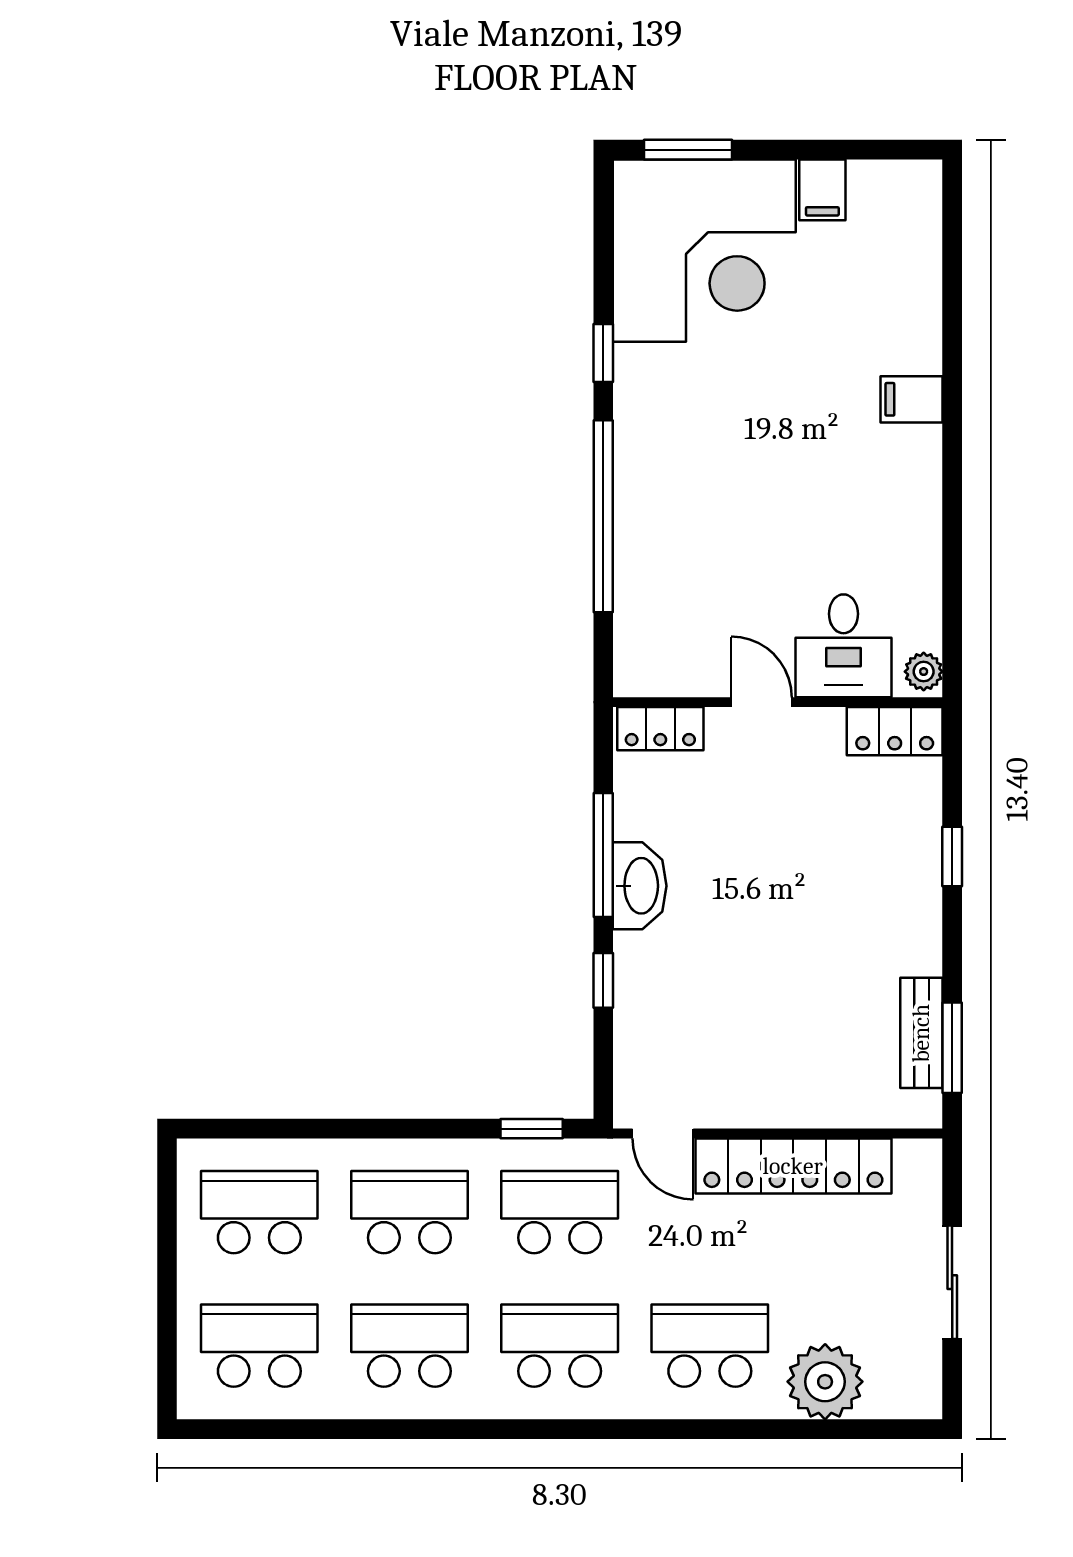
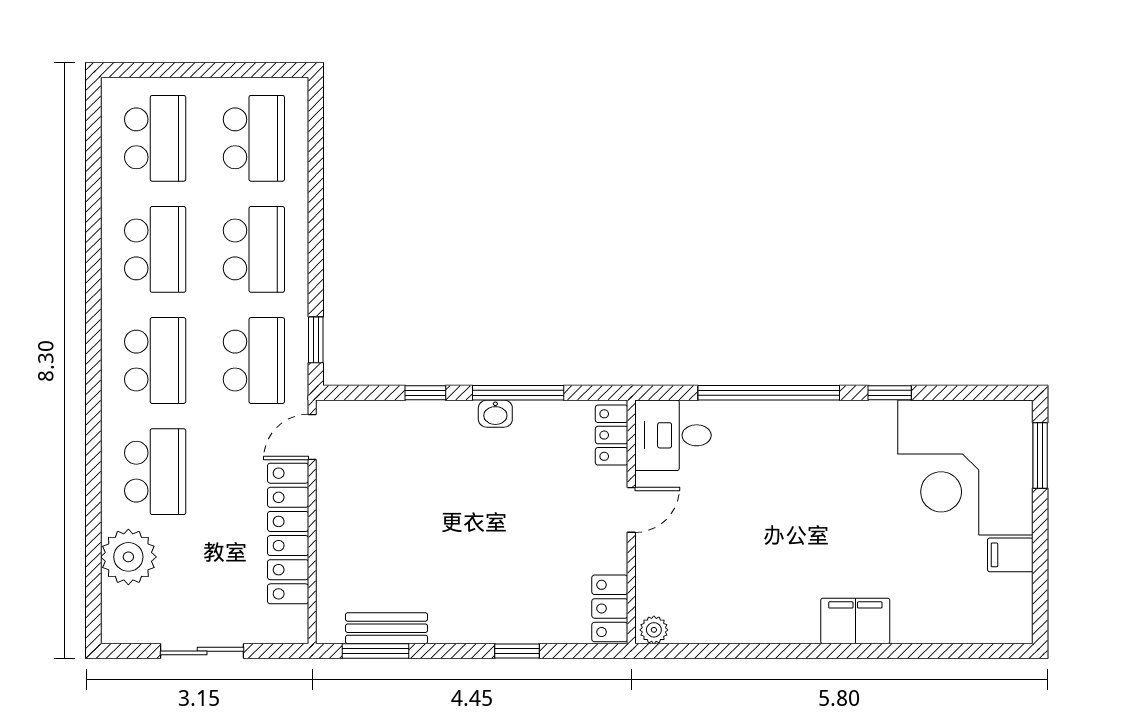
filing cabinet: (912, 399) -> (855, 621), width x2.00
desk: (843, 646) -> (673, 435), moved
washbasin: (640, 886) -> (495, 414), width x0.52, depth x0.69

